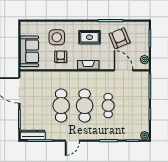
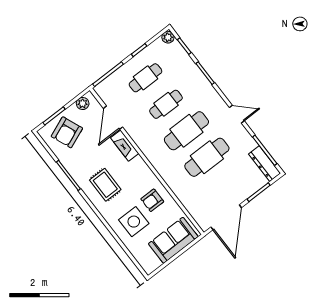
armchair: (120, 38) -> (67, 132), moved
fireplace: (88, 65) -> (125, 146), moved
cafe table: (132, 106) -> (145, 78), added

